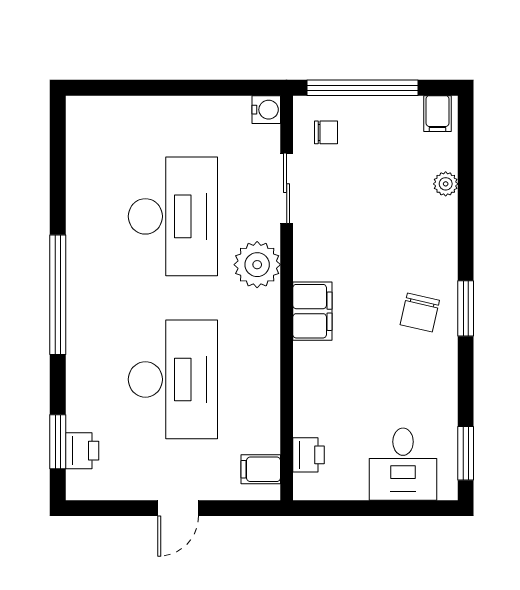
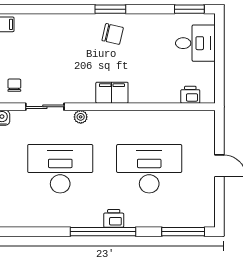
plant: (446, 184) -> (42, 20), removed
plant: (257, 265) -> (81, 117), width x0.53, depth x0.53
window: (58, 442) -> (183, 232), width x1.44
printer: (82, 451) -> (114, 218), moved
filing cabinet: (261, 469) -> (198, 121), removed

